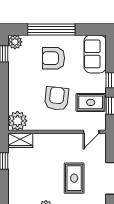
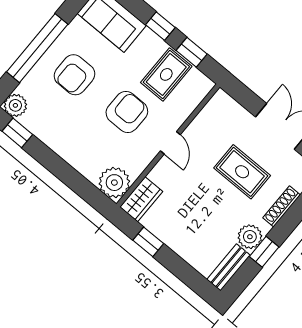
armchair: (57, 98) -> (127, 112), turned 84
door: (91, 132) -> (170, 143), moved

